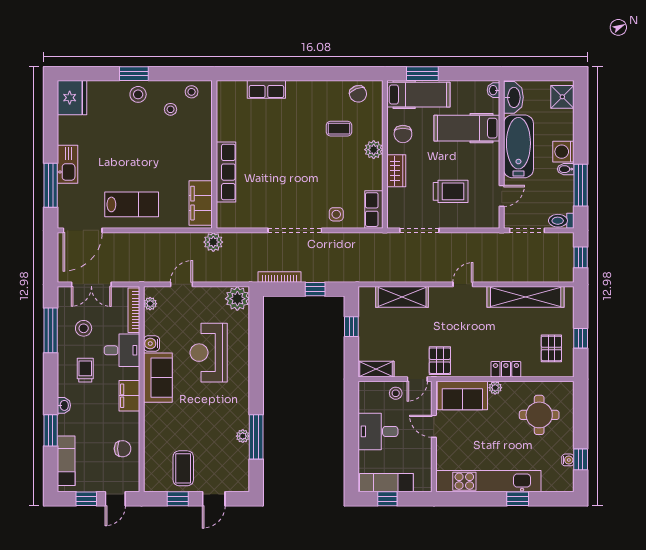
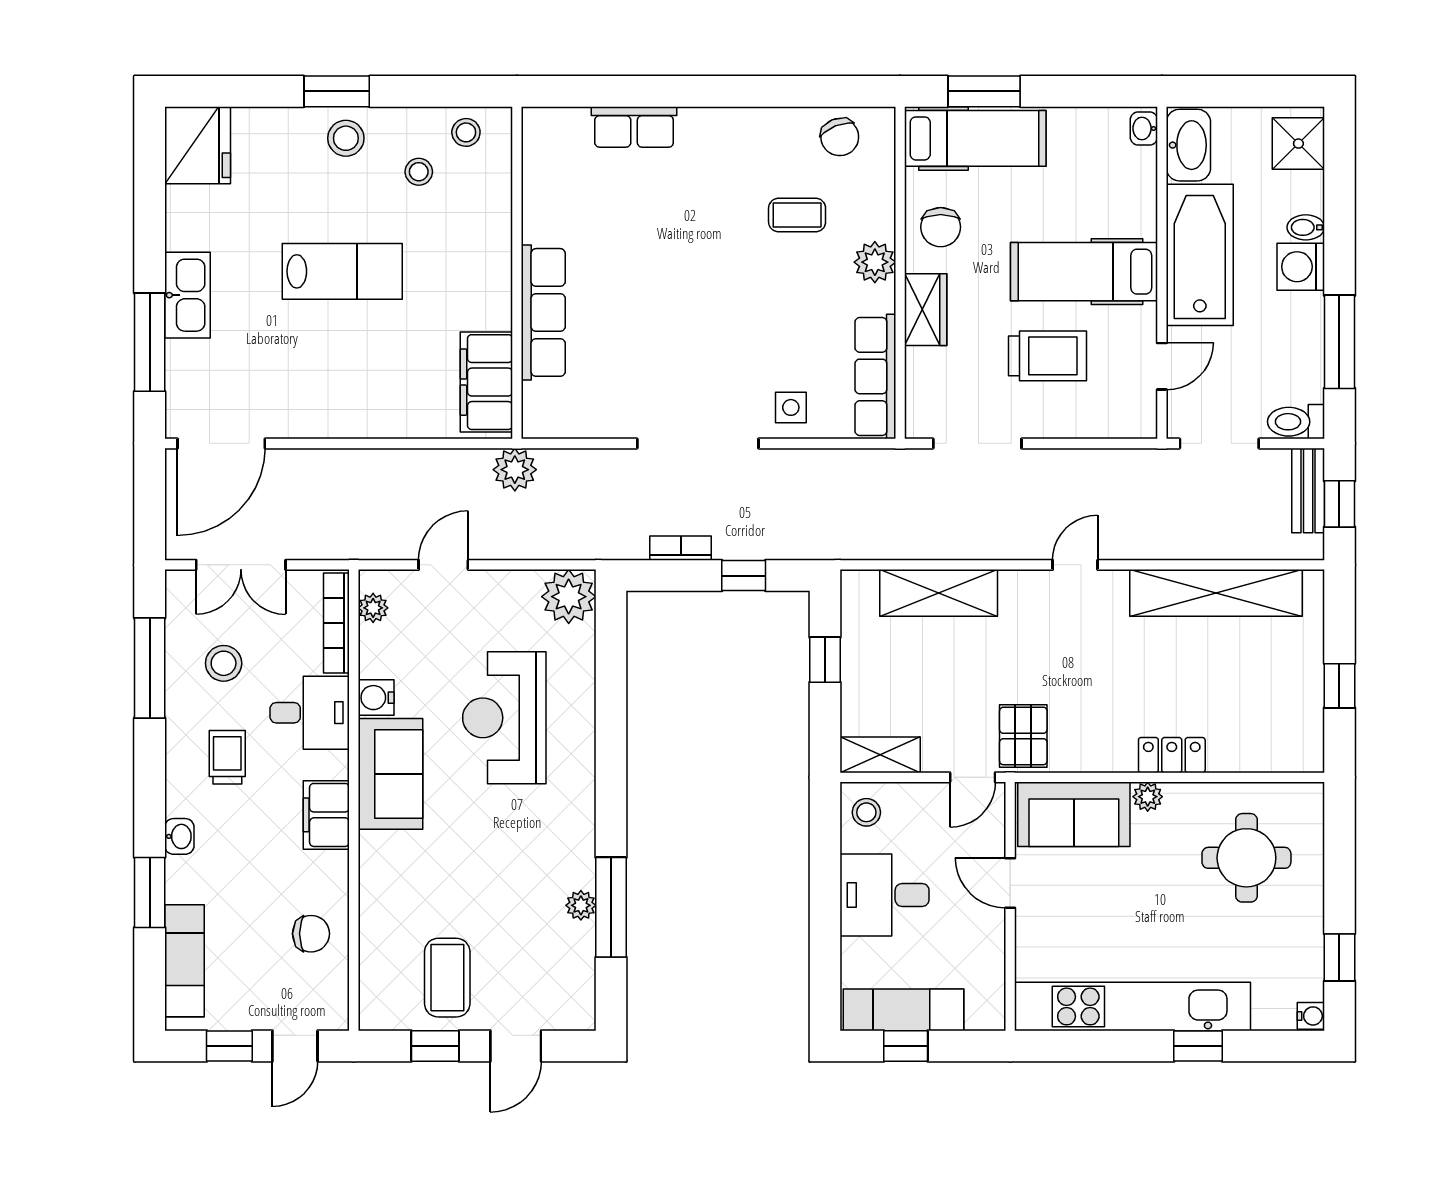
hospital bed: (467, 128) -> (1084, 272), moved
bidet: (566, 169) -> (1306, 227), moved
lab bench: (132, 204) -> (342, 271), moved
row of seats: (374, 210) -> (875, 376), width x1.48
bench: (567, 251) -> (1308, 491), added
bookcase: (279, 277) -> (681, 548), width x0.64
pallet: (551, 348) -> (1274, 709), removed
stool: (396, 393) -> (866, 812), moved
water cooler: (568, 460) -> (1311, 1016), moved

